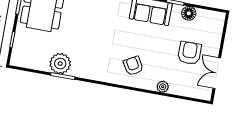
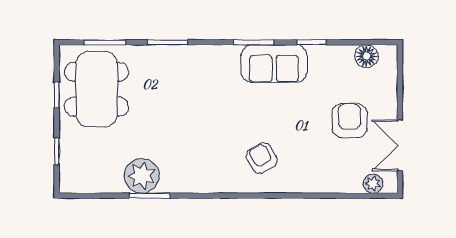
floor lamp: (189, 13) -> (367, 56), moved
plant: (163, 87) -> (373, 184), moved

